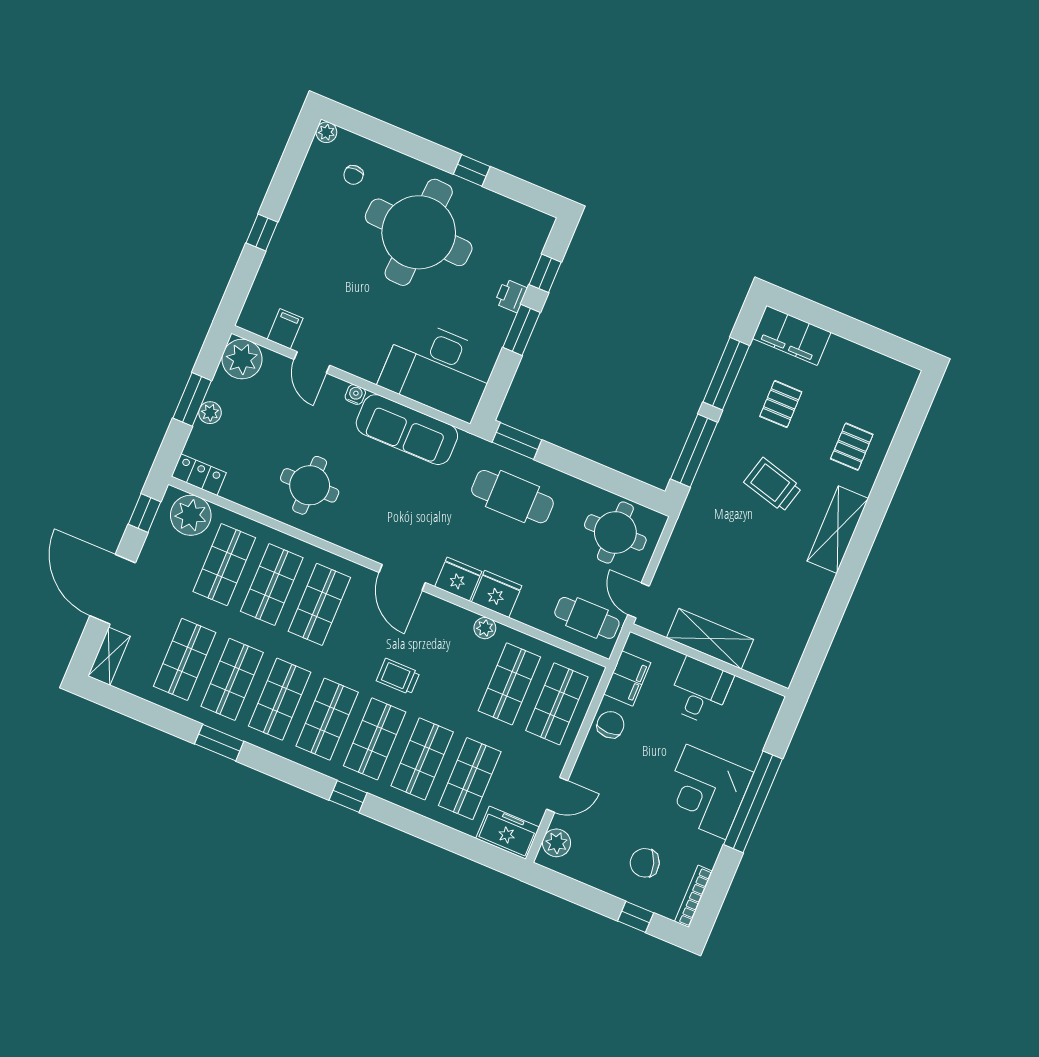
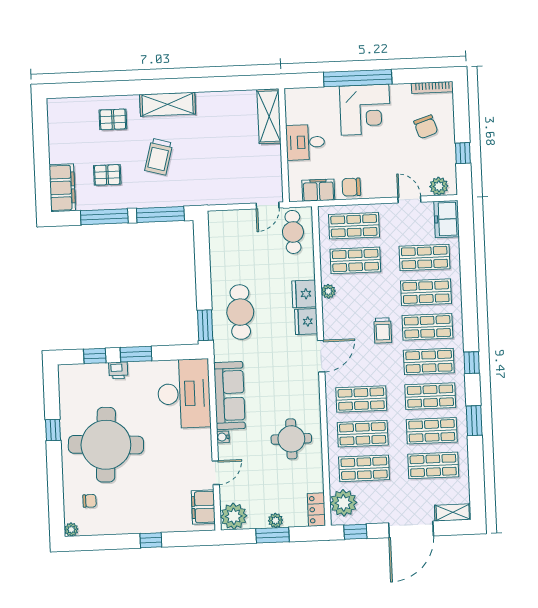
filing cabinet: (285, 329) -> (203, 507), width x2.00
round table: (615, 533) -> (233, 239), removed
shelving: (710, 639) -> (269, 116), moved
window: (348, 797) -> (472, 363), moved
window: (636, 917) -> (463, 153), moved

